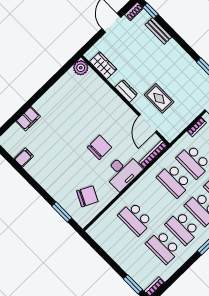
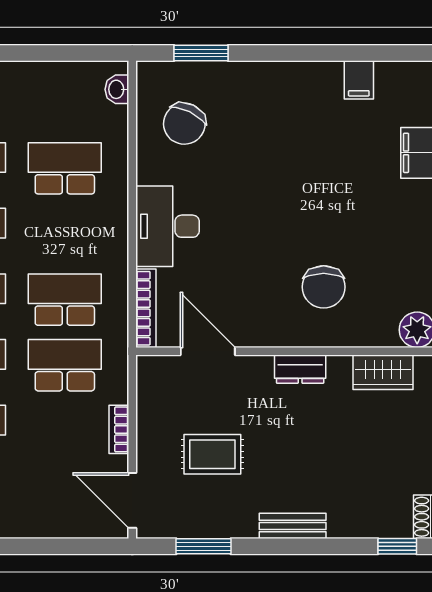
bench: (158, 31) -> (293, 526), moved
rug: (159, 98) -> (212, 454), moved
chair: (99, 147) -> (324, 287), moved
washbasin: (97, 226) -> (117, 89), added

